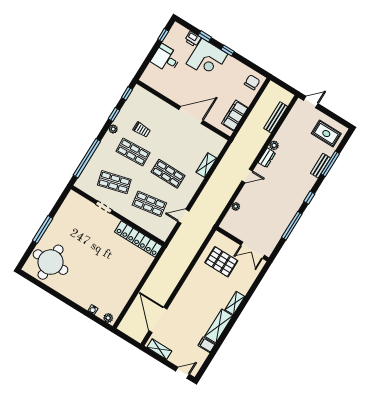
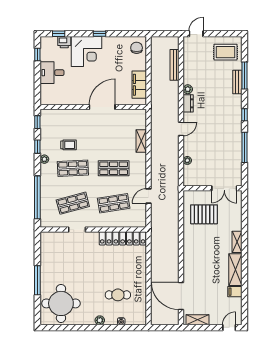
window: (205, 36) -> (59, 34), moved
cafe table: (104, 285) -> (118, 295), added
plant: (108, 318) -> (100, 320), moved

